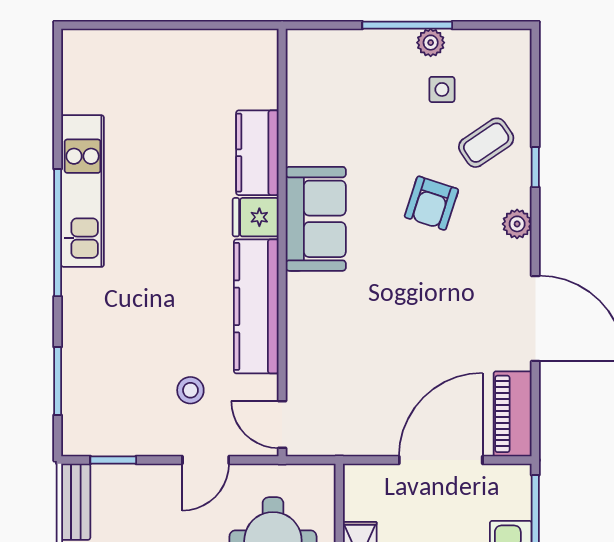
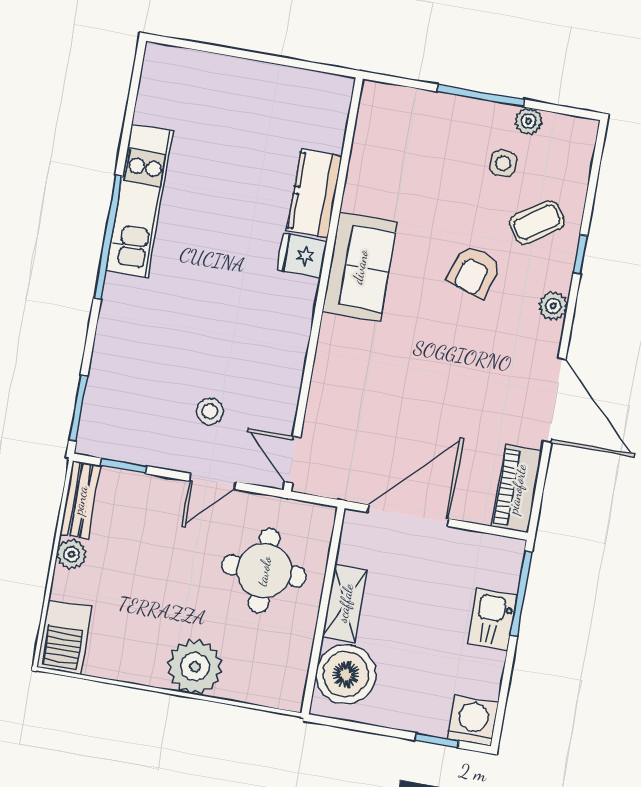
plant: (431, 43) -> (529, 121), moved
kitchen counter: (256, 306) -> (287, 342), removed
window: (58, 381) -> (78, 408), moved
door: (441, 460) -> (408, 516), moved

